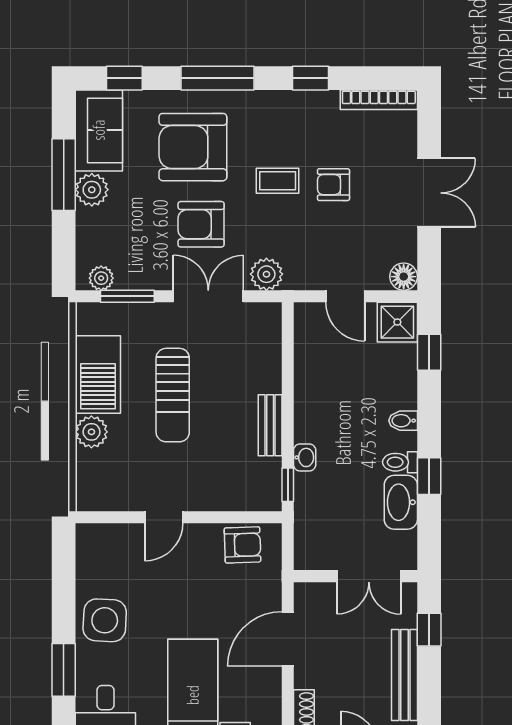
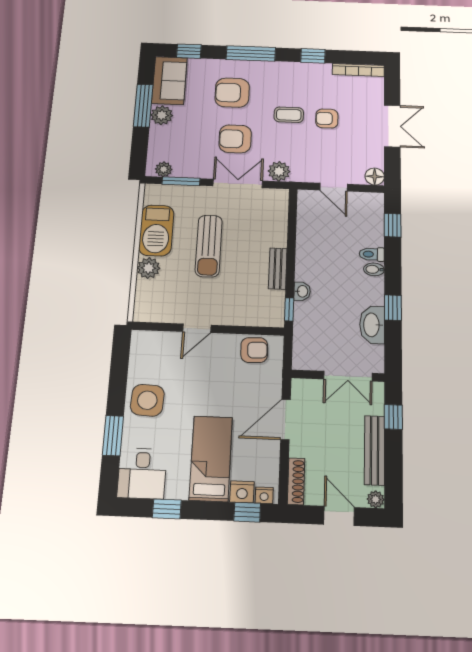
armchair: (193, 147) -> (232, 93), width x0.73, depth x0.73
shower: (397, 322) -> (370, 205), removed
toilet: (400, 462) -> (372, 254), moved

